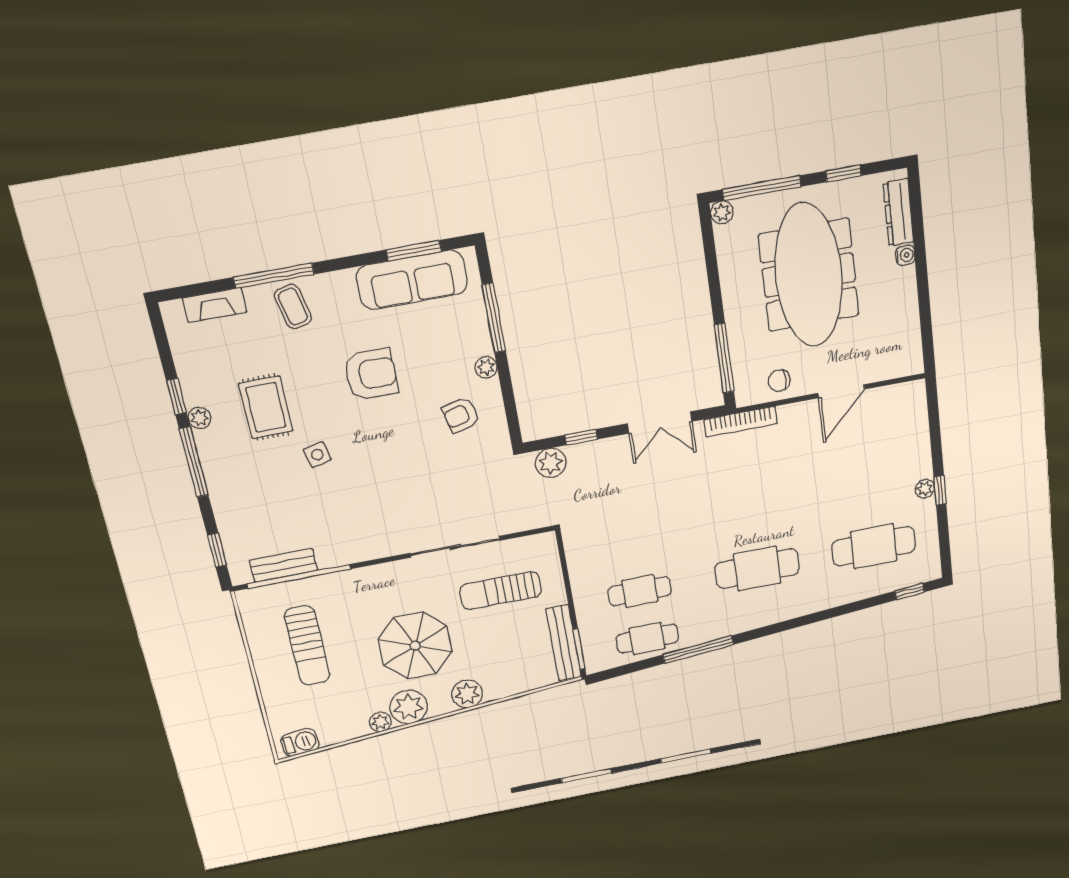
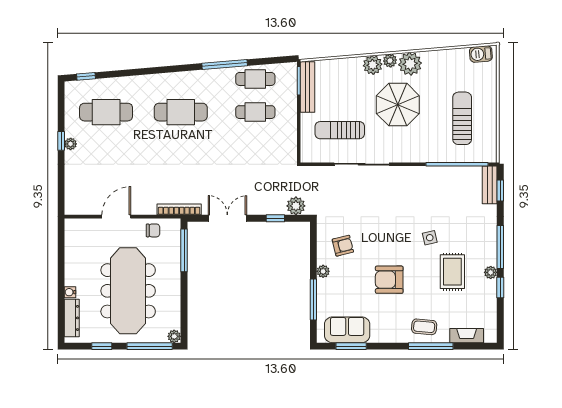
sofa: (412, 280) -> (347, 330), width x0.73
coffee table: (293, 307) -> (424, 327), turned -73
bench: (284, 565) -> (490, 185), moved, turned 90
sun lounger: (501, 591) -> (340, 130), turned 180
plant: (380, 722) -> (390, 61), moved

